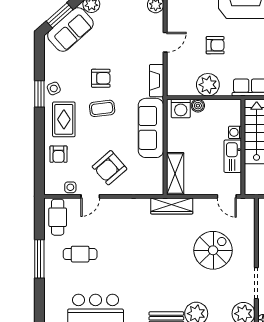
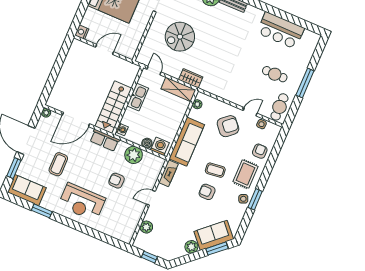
washing machine: (235, 132) -> (122, 129), moved
shelving: (175, 174) -> (178, 89), moved, turned 90
plant: (158, 178) -> (197, 104), added
wardrobe: (172, 206) -> (191, 78), width x0.67

